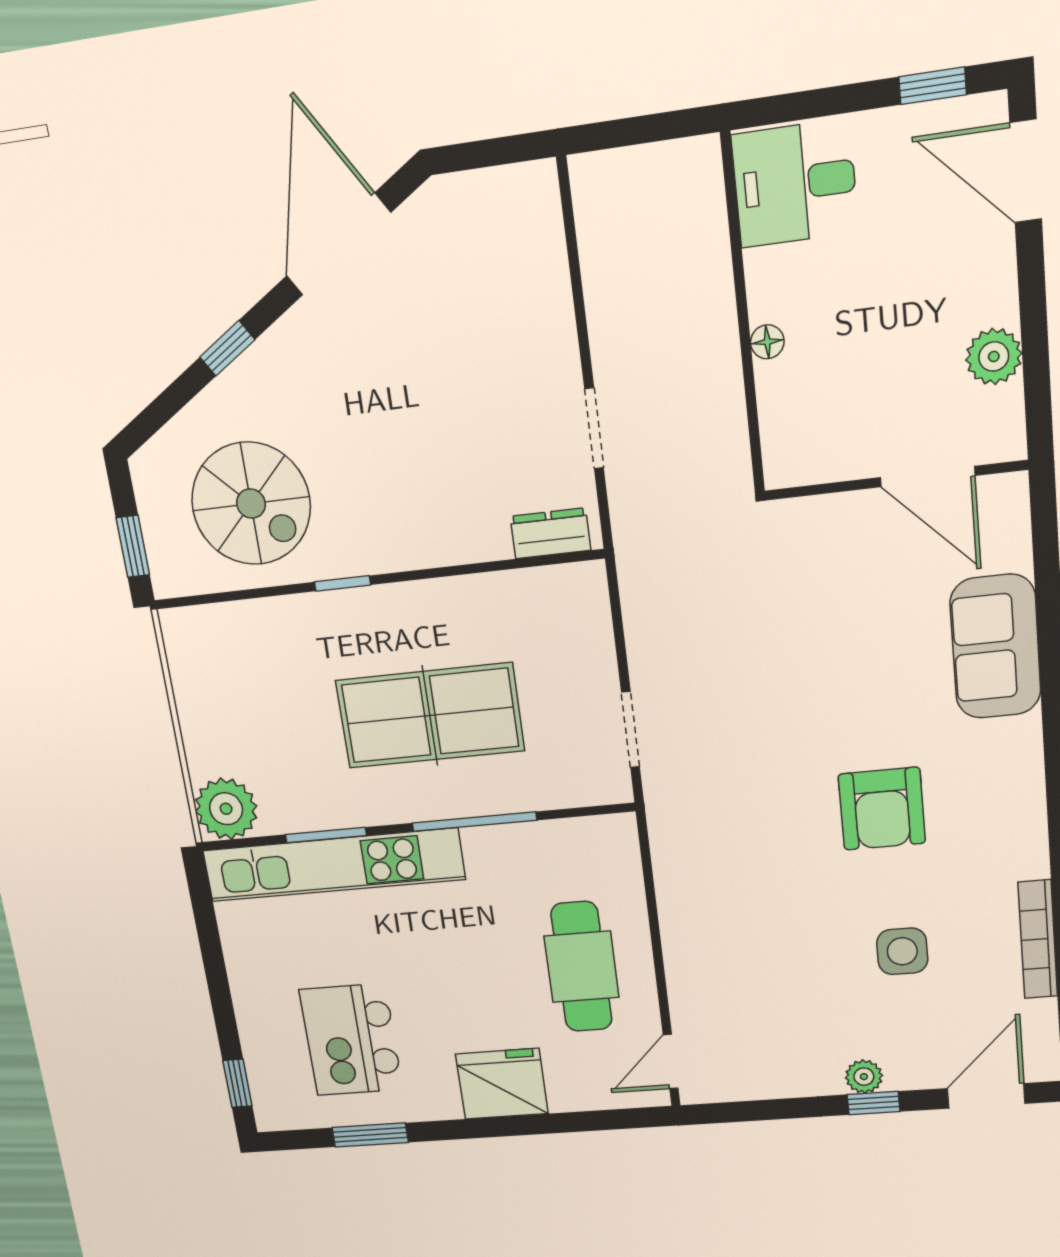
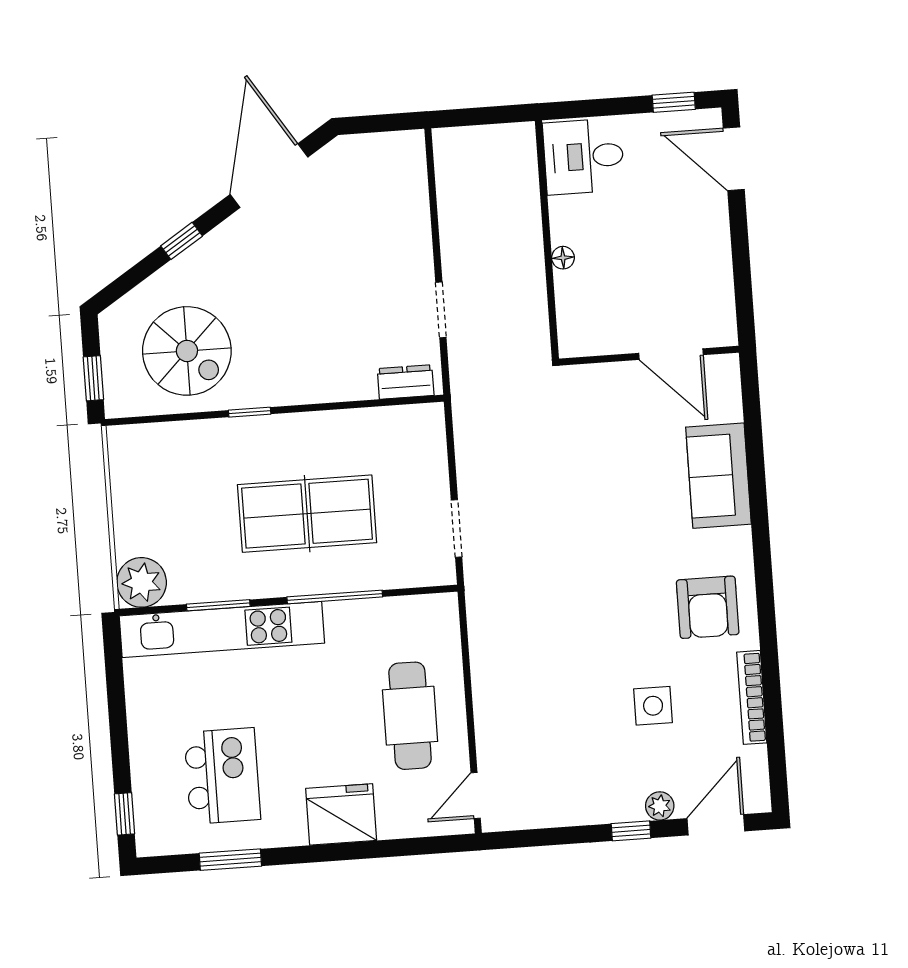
plant: (994, 356) -> (715, 276), removed
armchair: (882, 809) -> (708, 607), moved
kitchen island: (351, 1040) -> (222, 776), turned 180
plant: (864, 1077) -> (660, 806), moved

